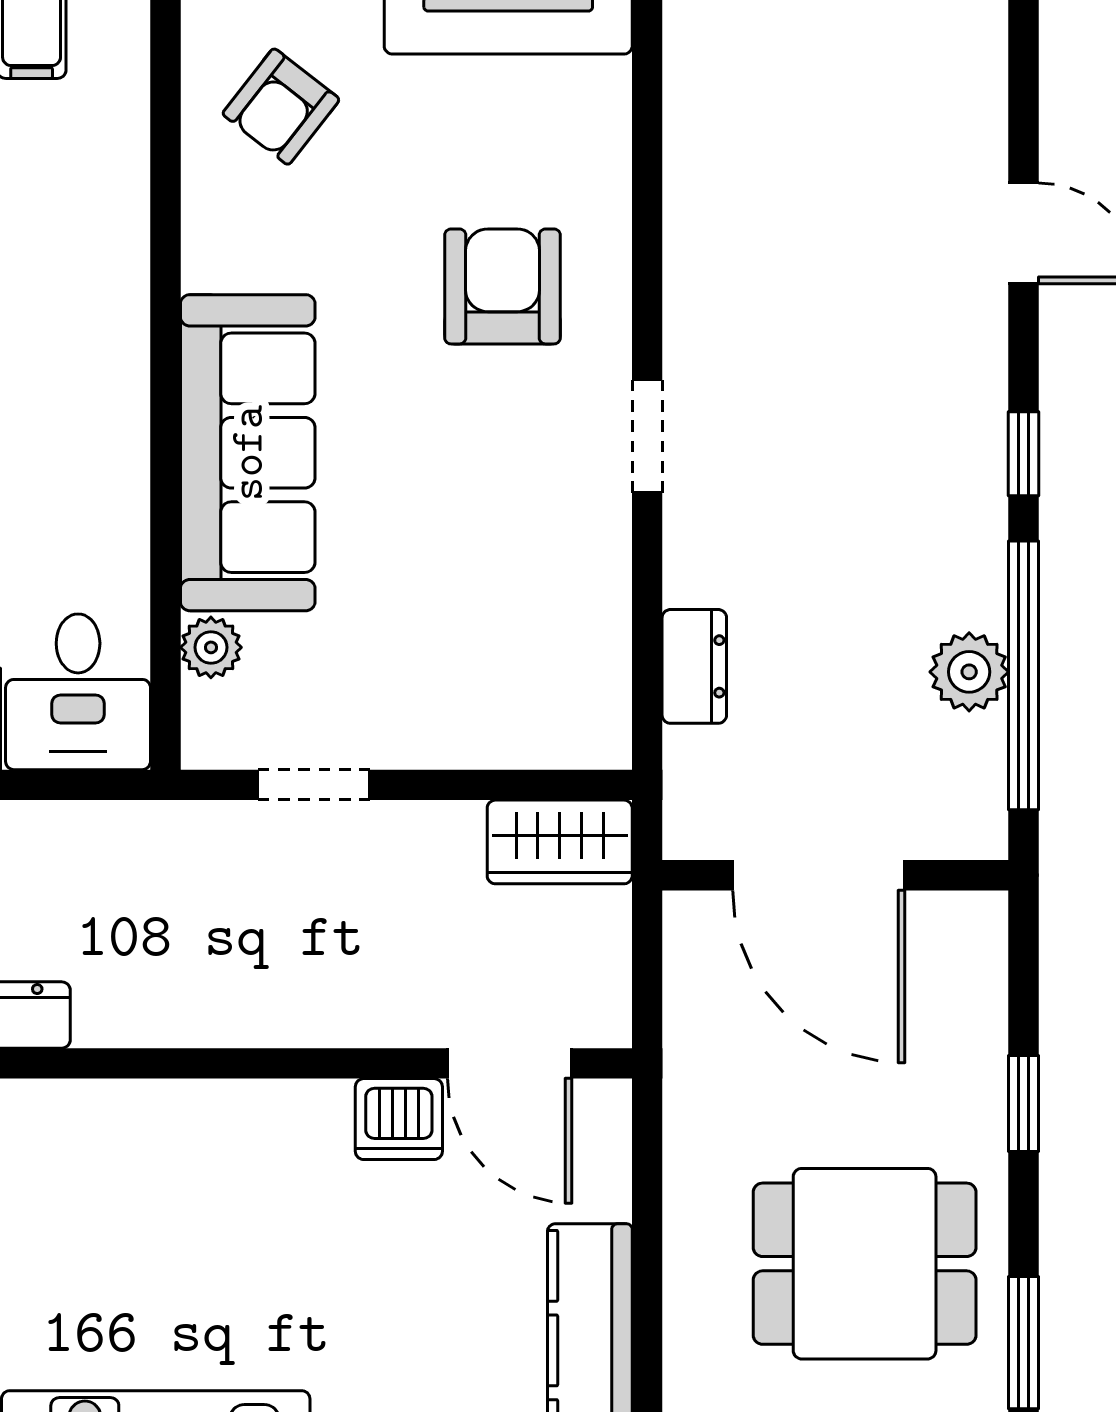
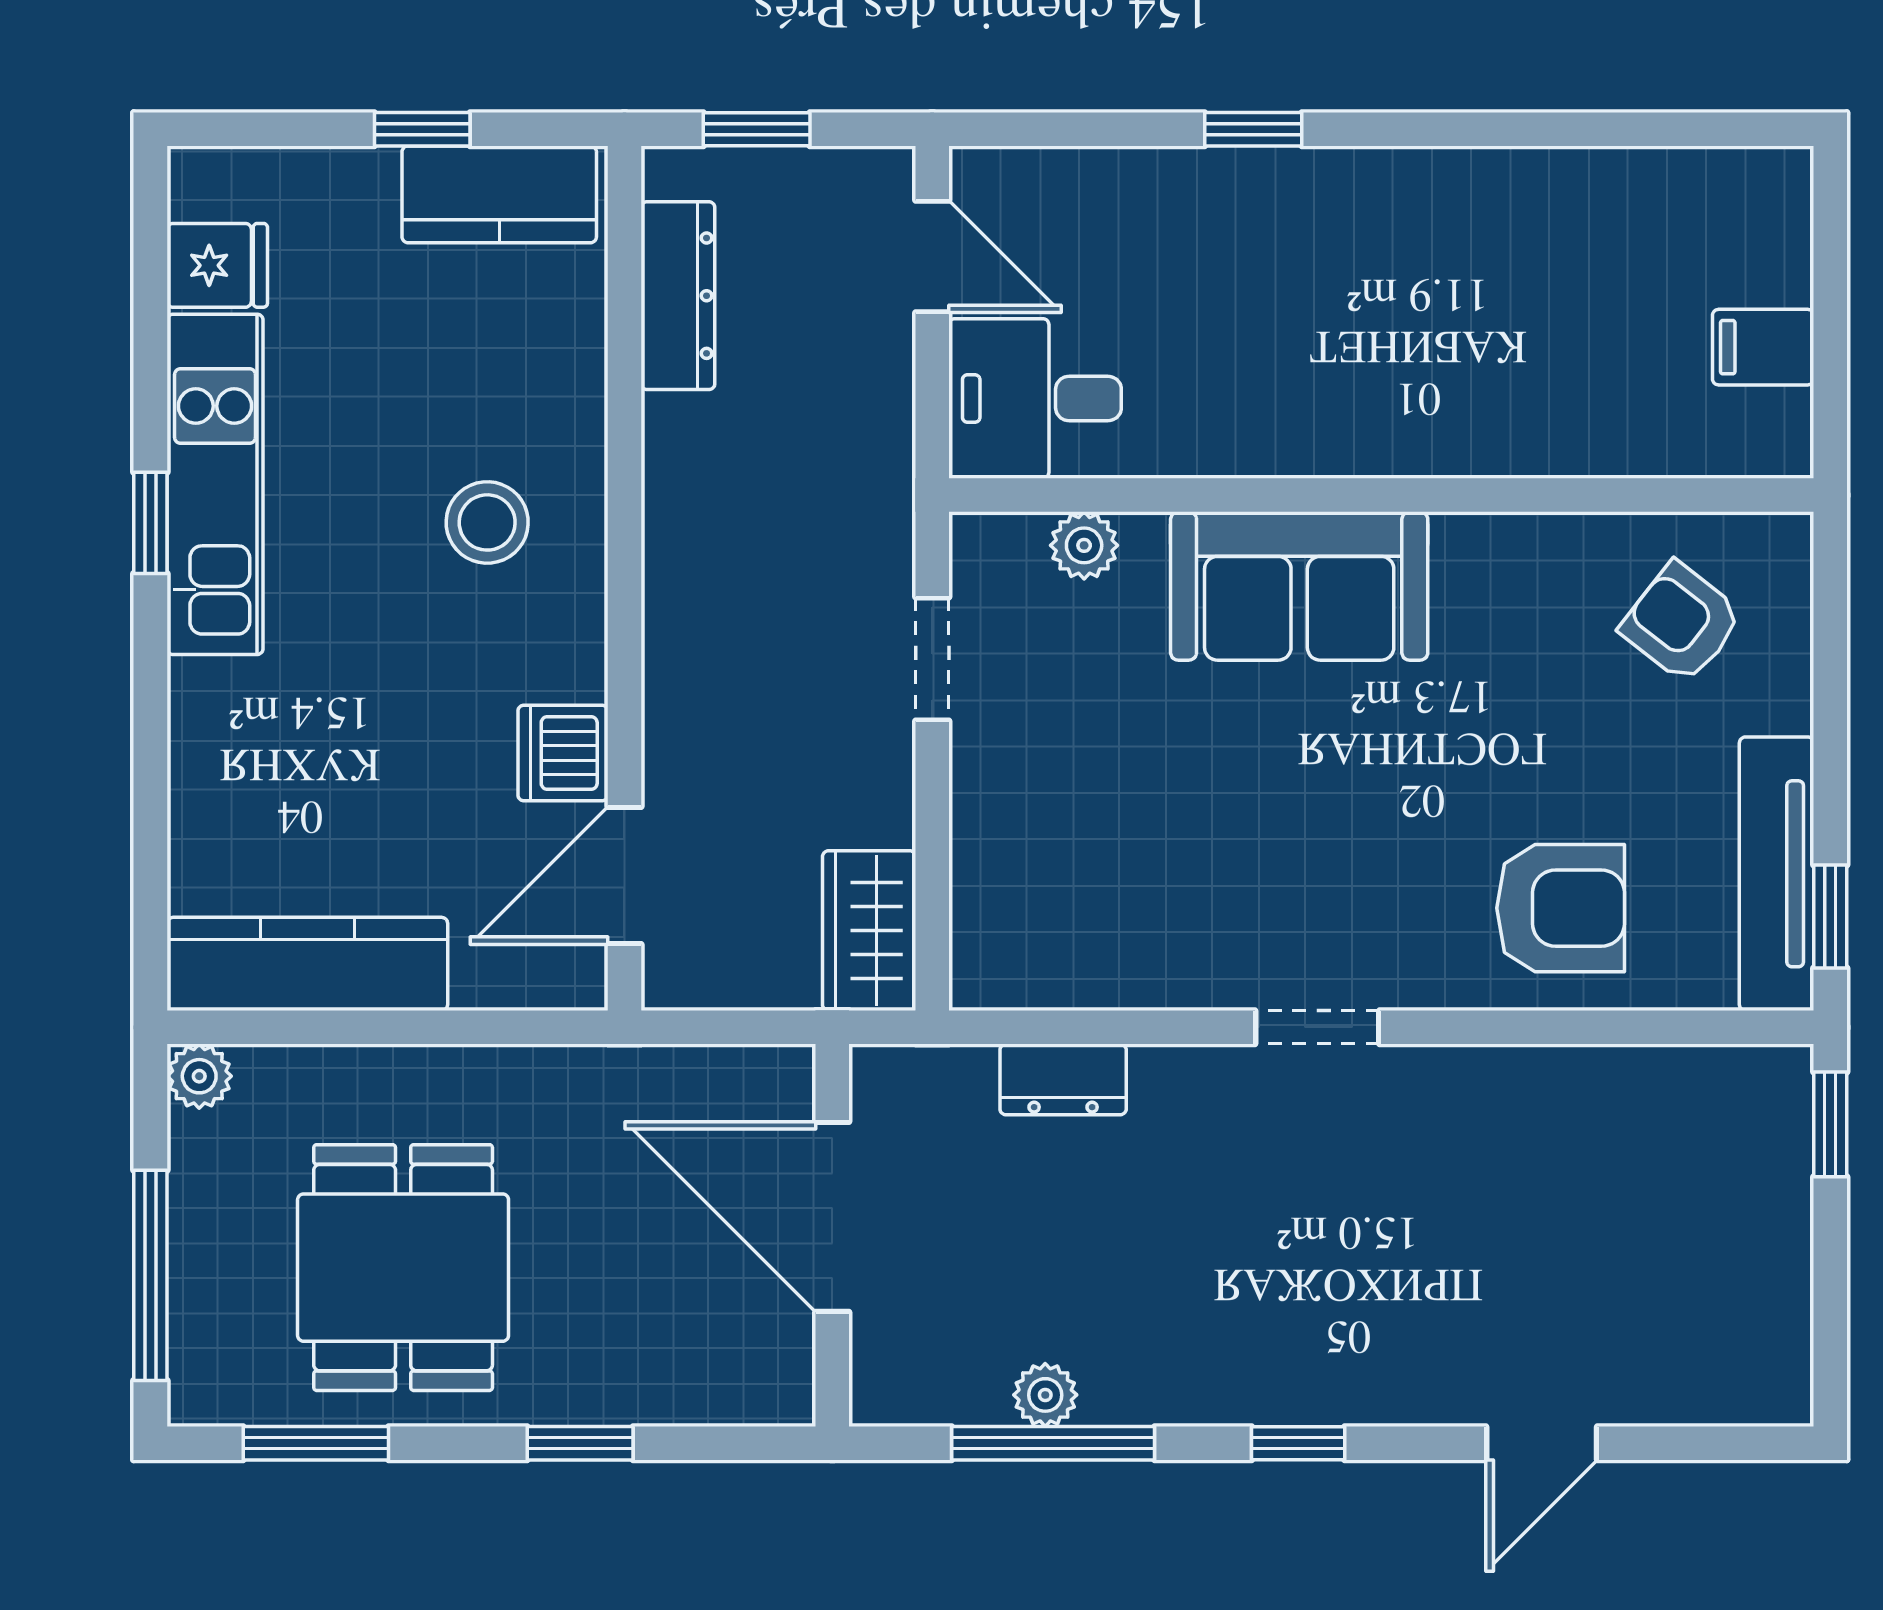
armchair: (503, 286) -> (1561, 908), moved
sofa: (248, 453) -> (1299, 586), width x0.73
plant: (969, 672) -> (1045, 1395), width x0.73, depth x0.73
window: (1024, 675) -> (1053, 1443), width x0.68
door: (819, 875) -> (832, 1217), hinge flipped
stool: (190, 1188) -> (487, 522), added

